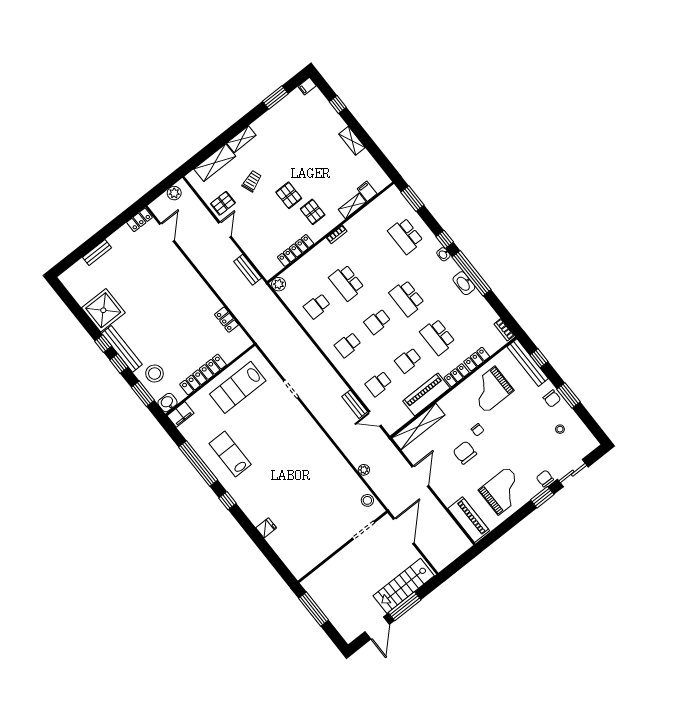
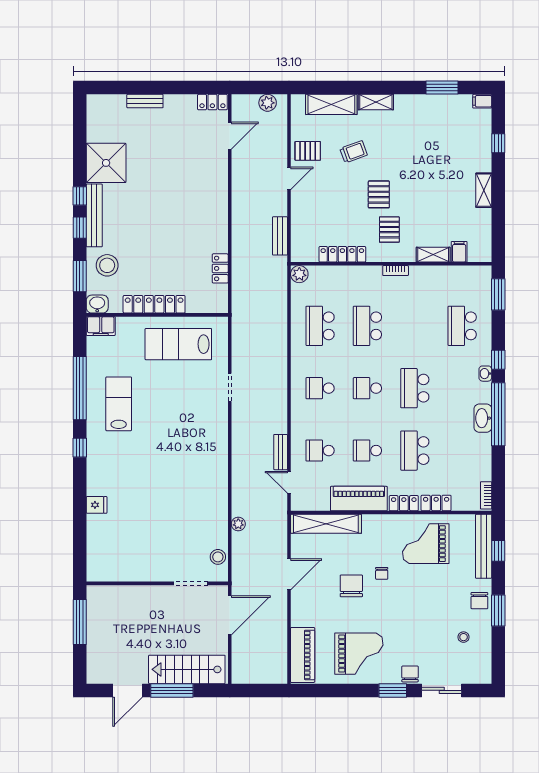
school desk: (317, 306) -> (320, 326), width x1.85

